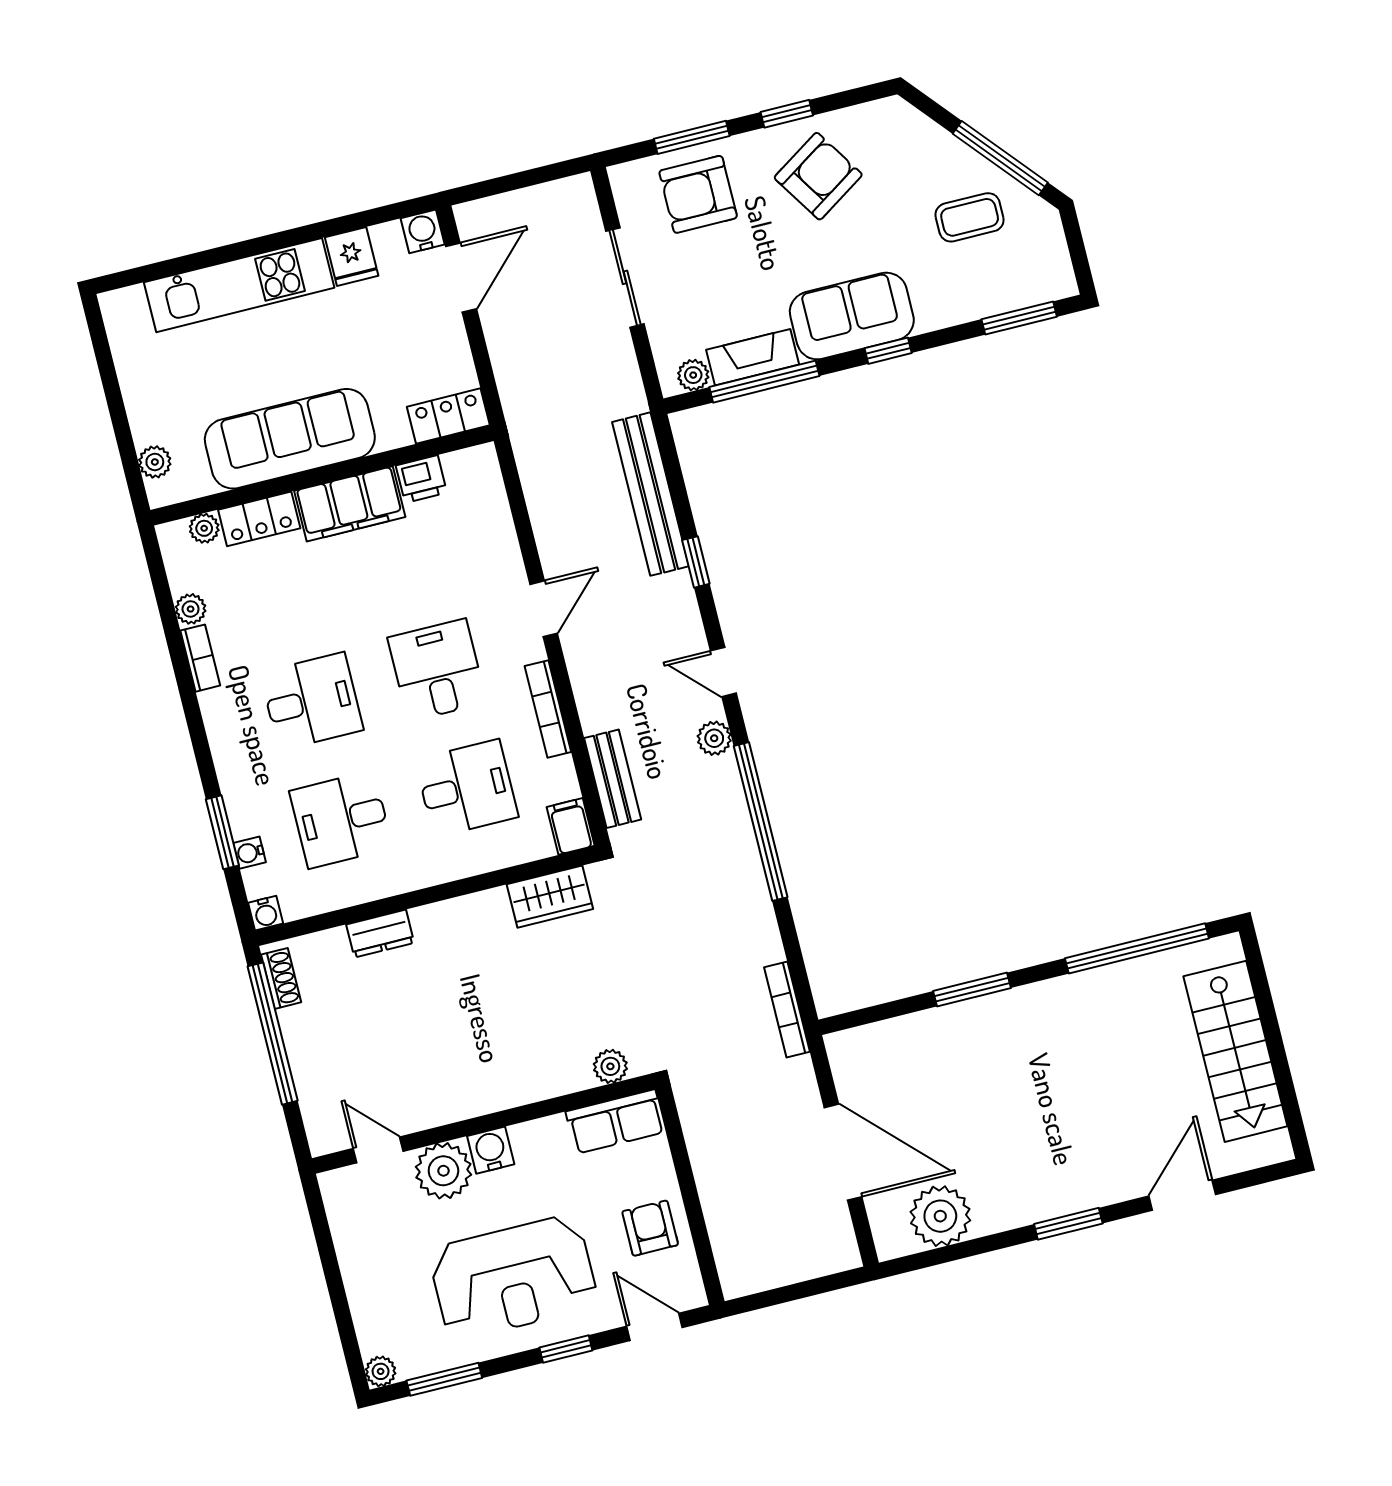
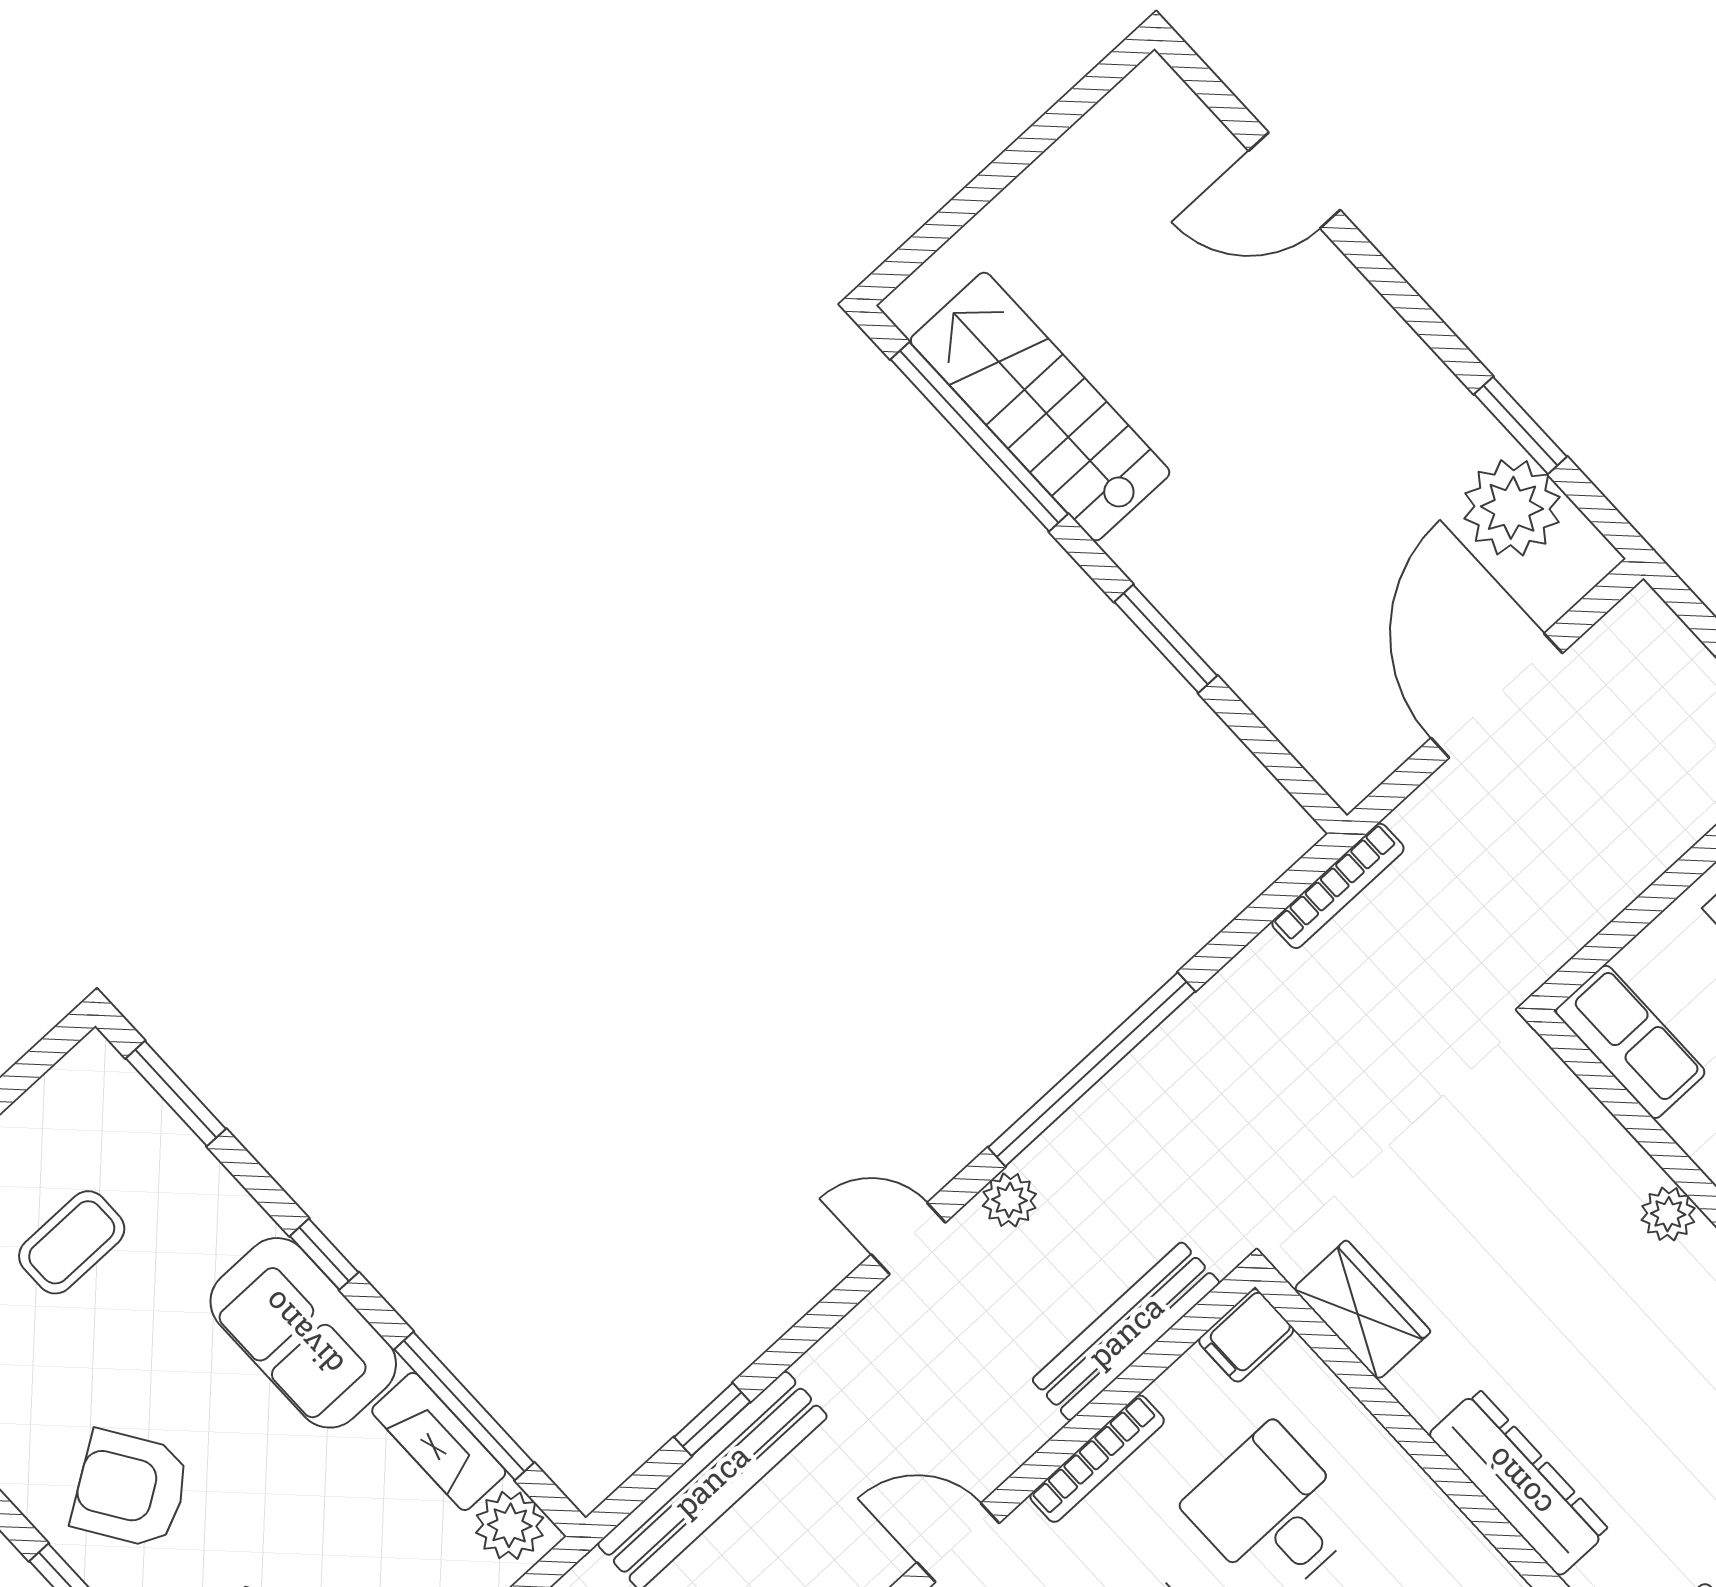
coffee table: (970, 217) -> (72, 1242), turned 90
plant: (693, 375) -> (510, 1525), width x1.38, depth x1.38
window: (696, 562) -> (712, 1419), moved
door: (723, 672) -> (908, 1238), swing flipped
bench: (613, 779) -> (1126, 1331), width x1.36
dresser: (380, 934) -> (1519, 1482), width x1.96, depth x1.24
stairs: (1235, 1051) -> (1040, 407), moved, turned -90
plant: (610, 1066) -> (1668, 1214), moved
window: (1068, 1224) -> (1520, 425), moved

